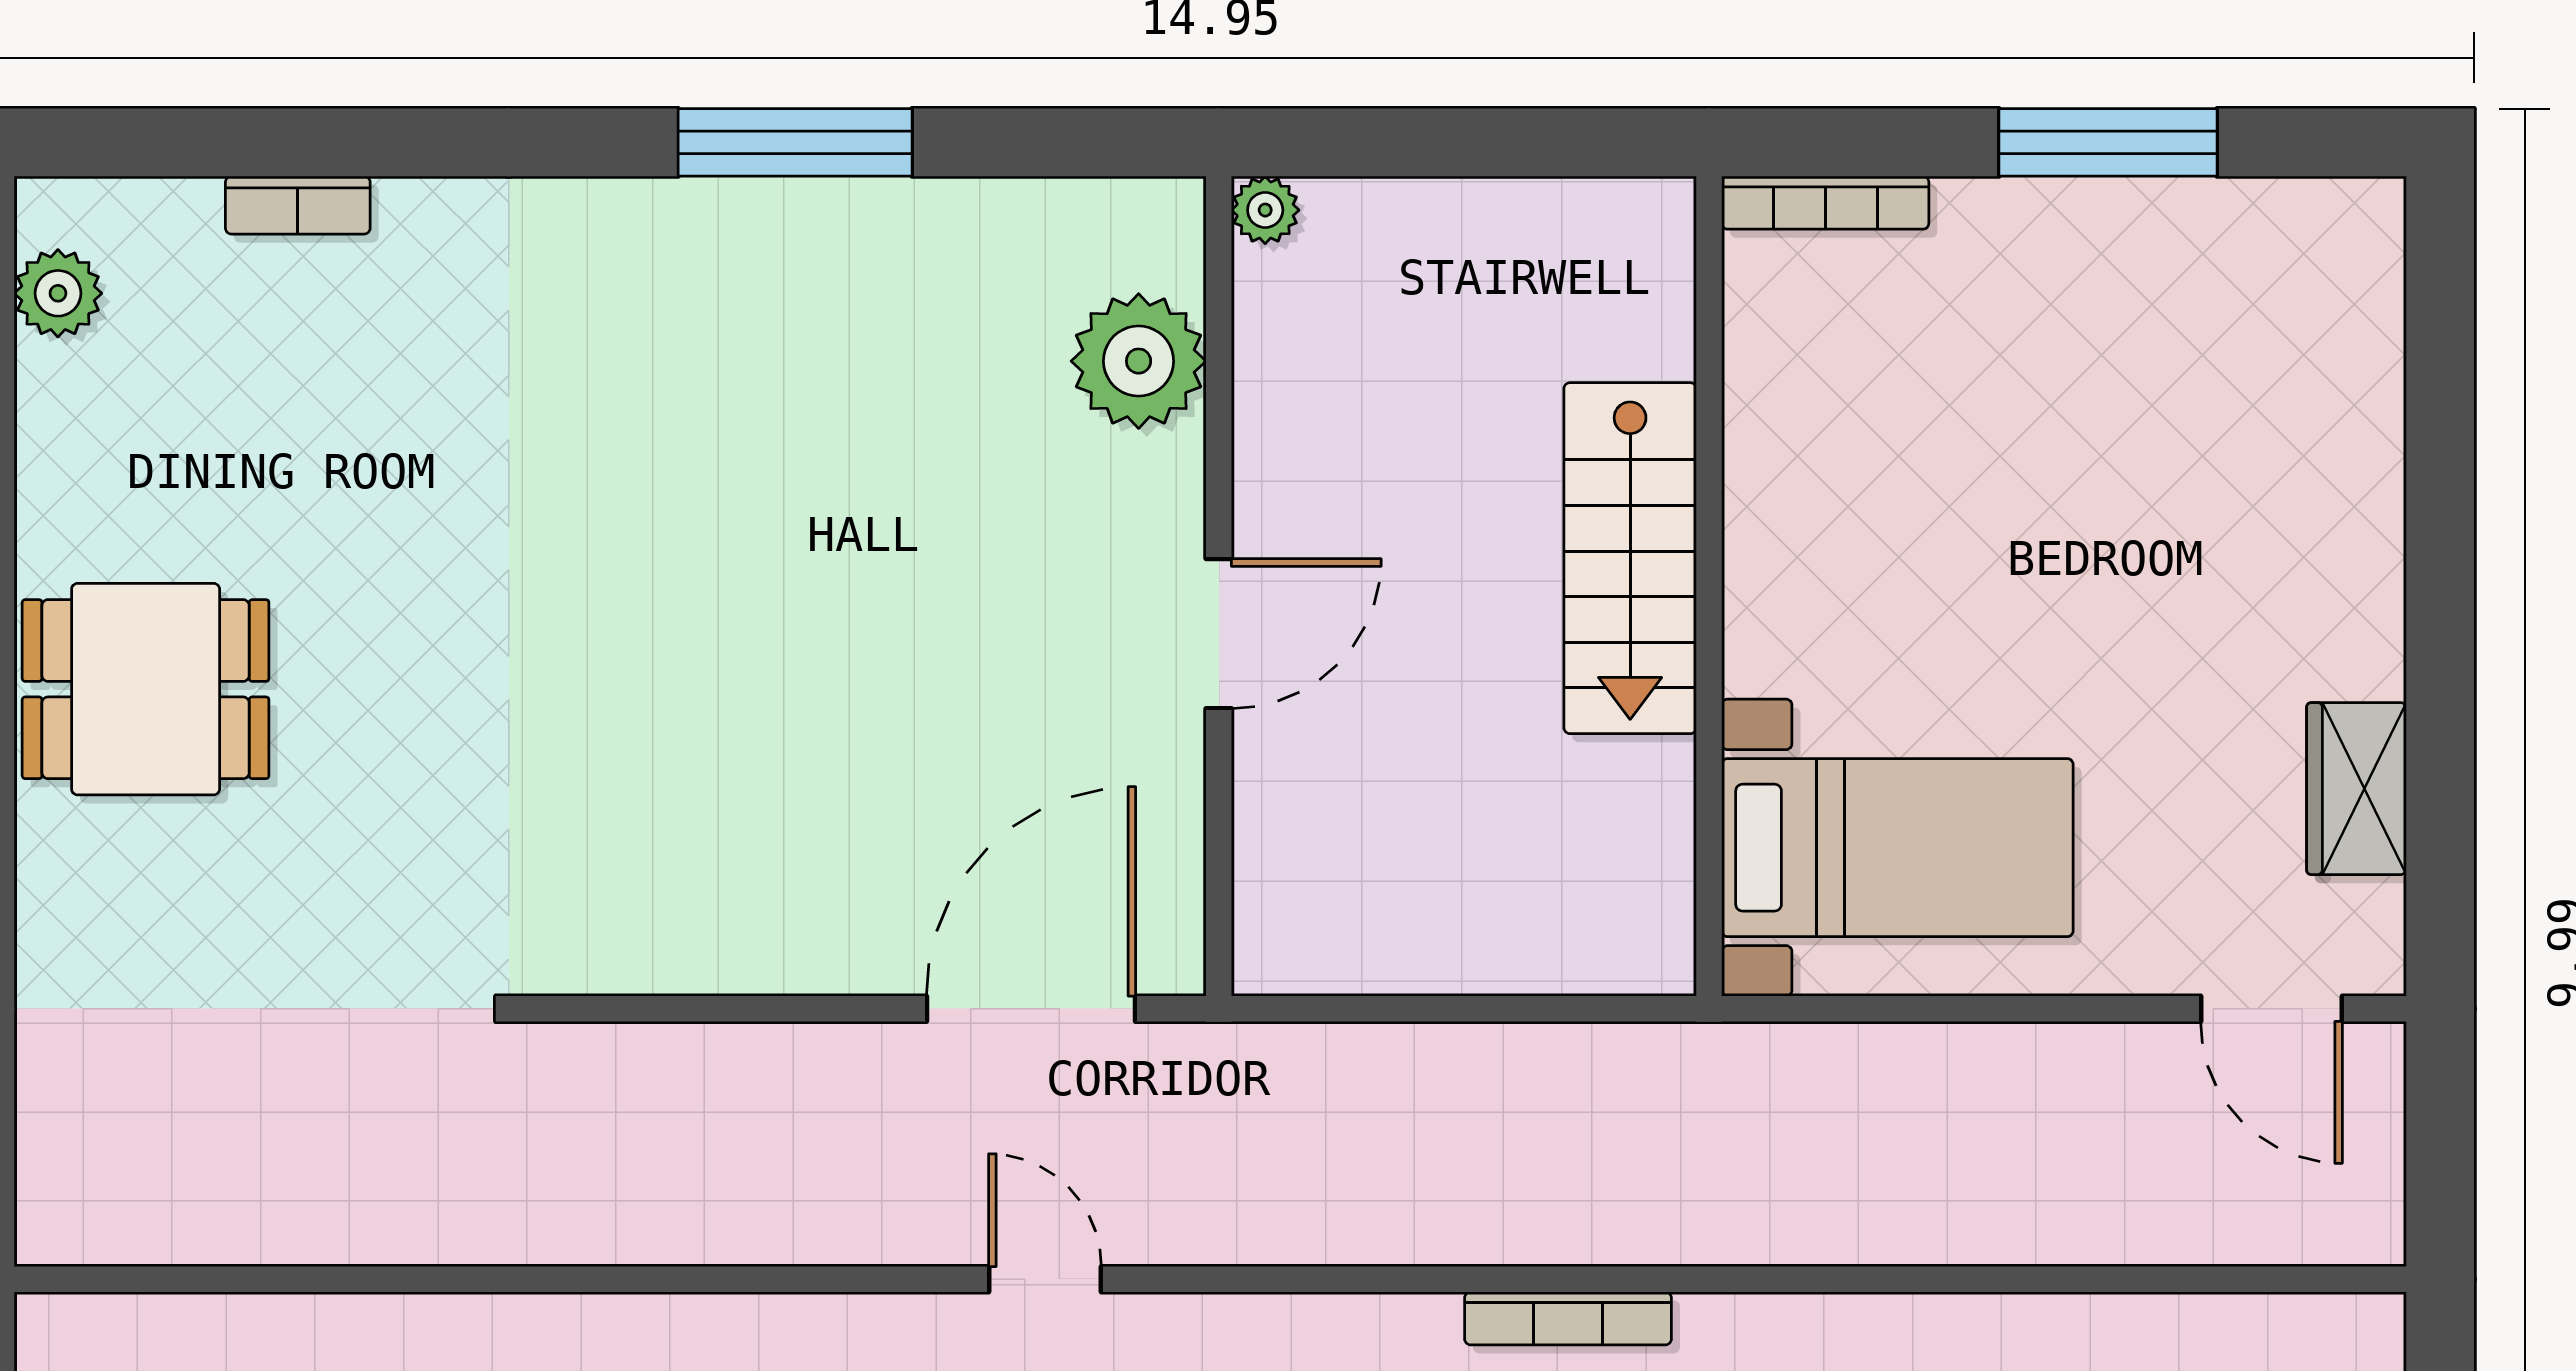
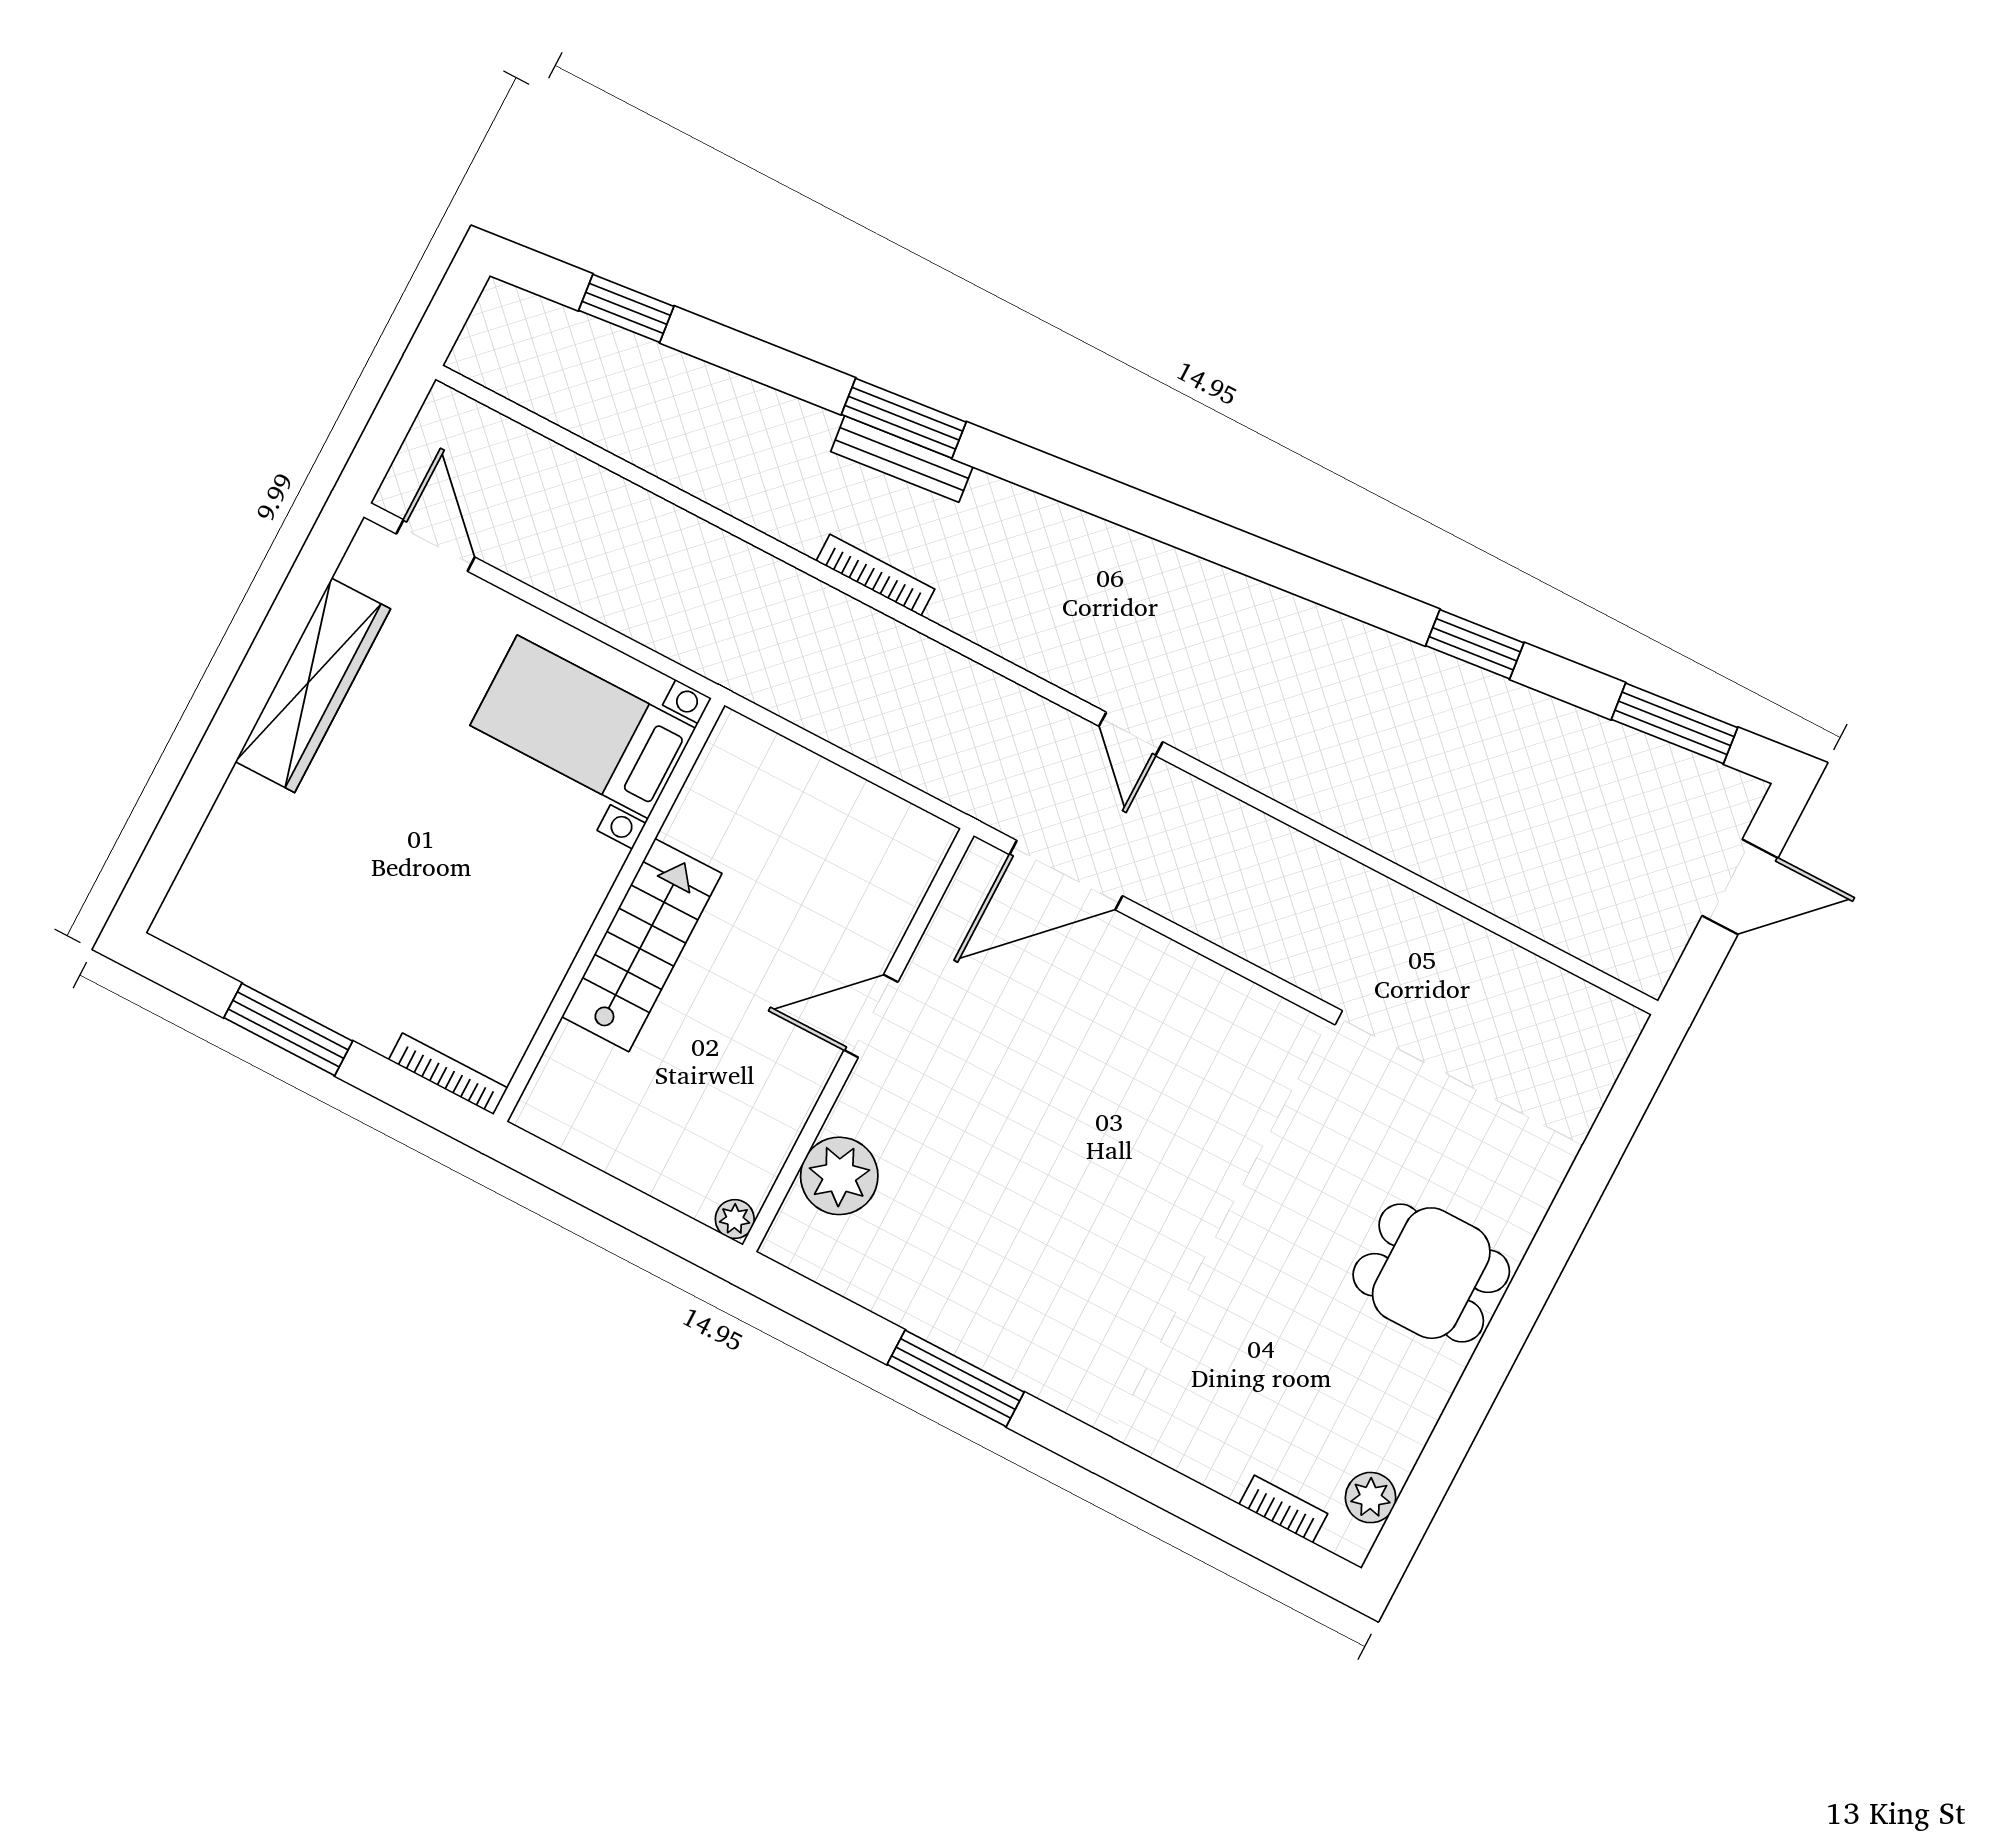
bookcase: (298, 205) -> (1283, 1509), moved
wardrobe: (2356, 789) -> (313, 685), width x2.10, depth x1.17

